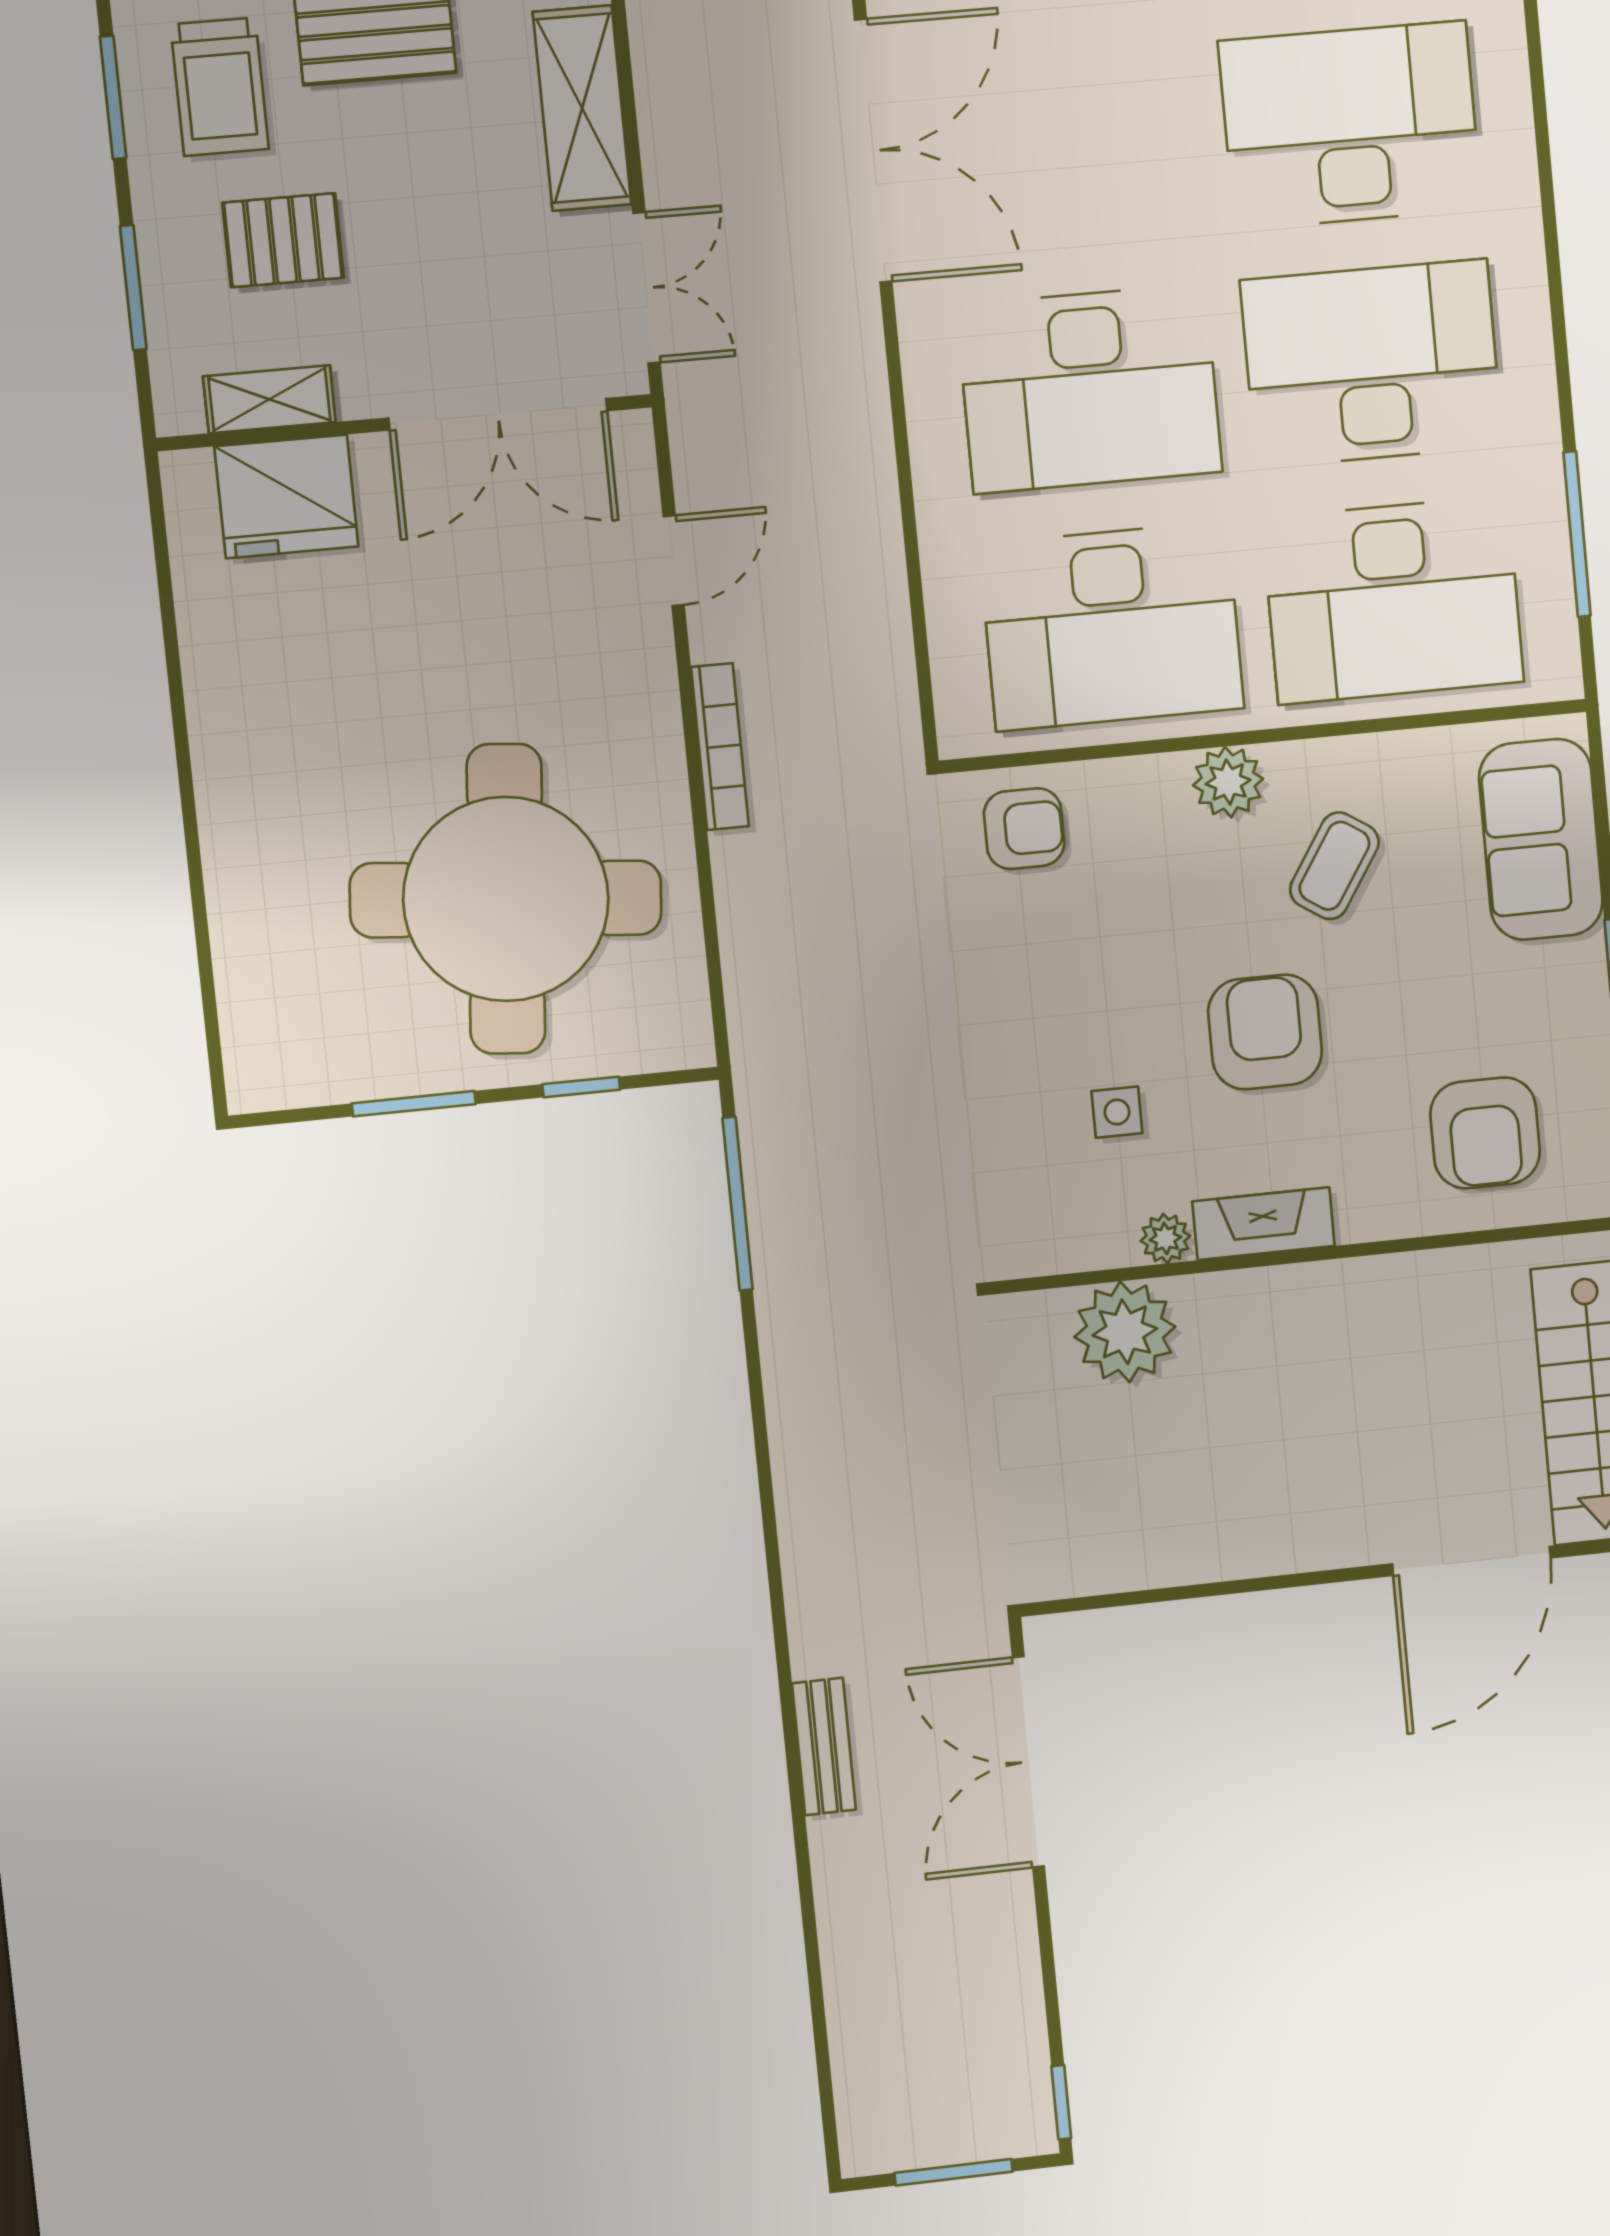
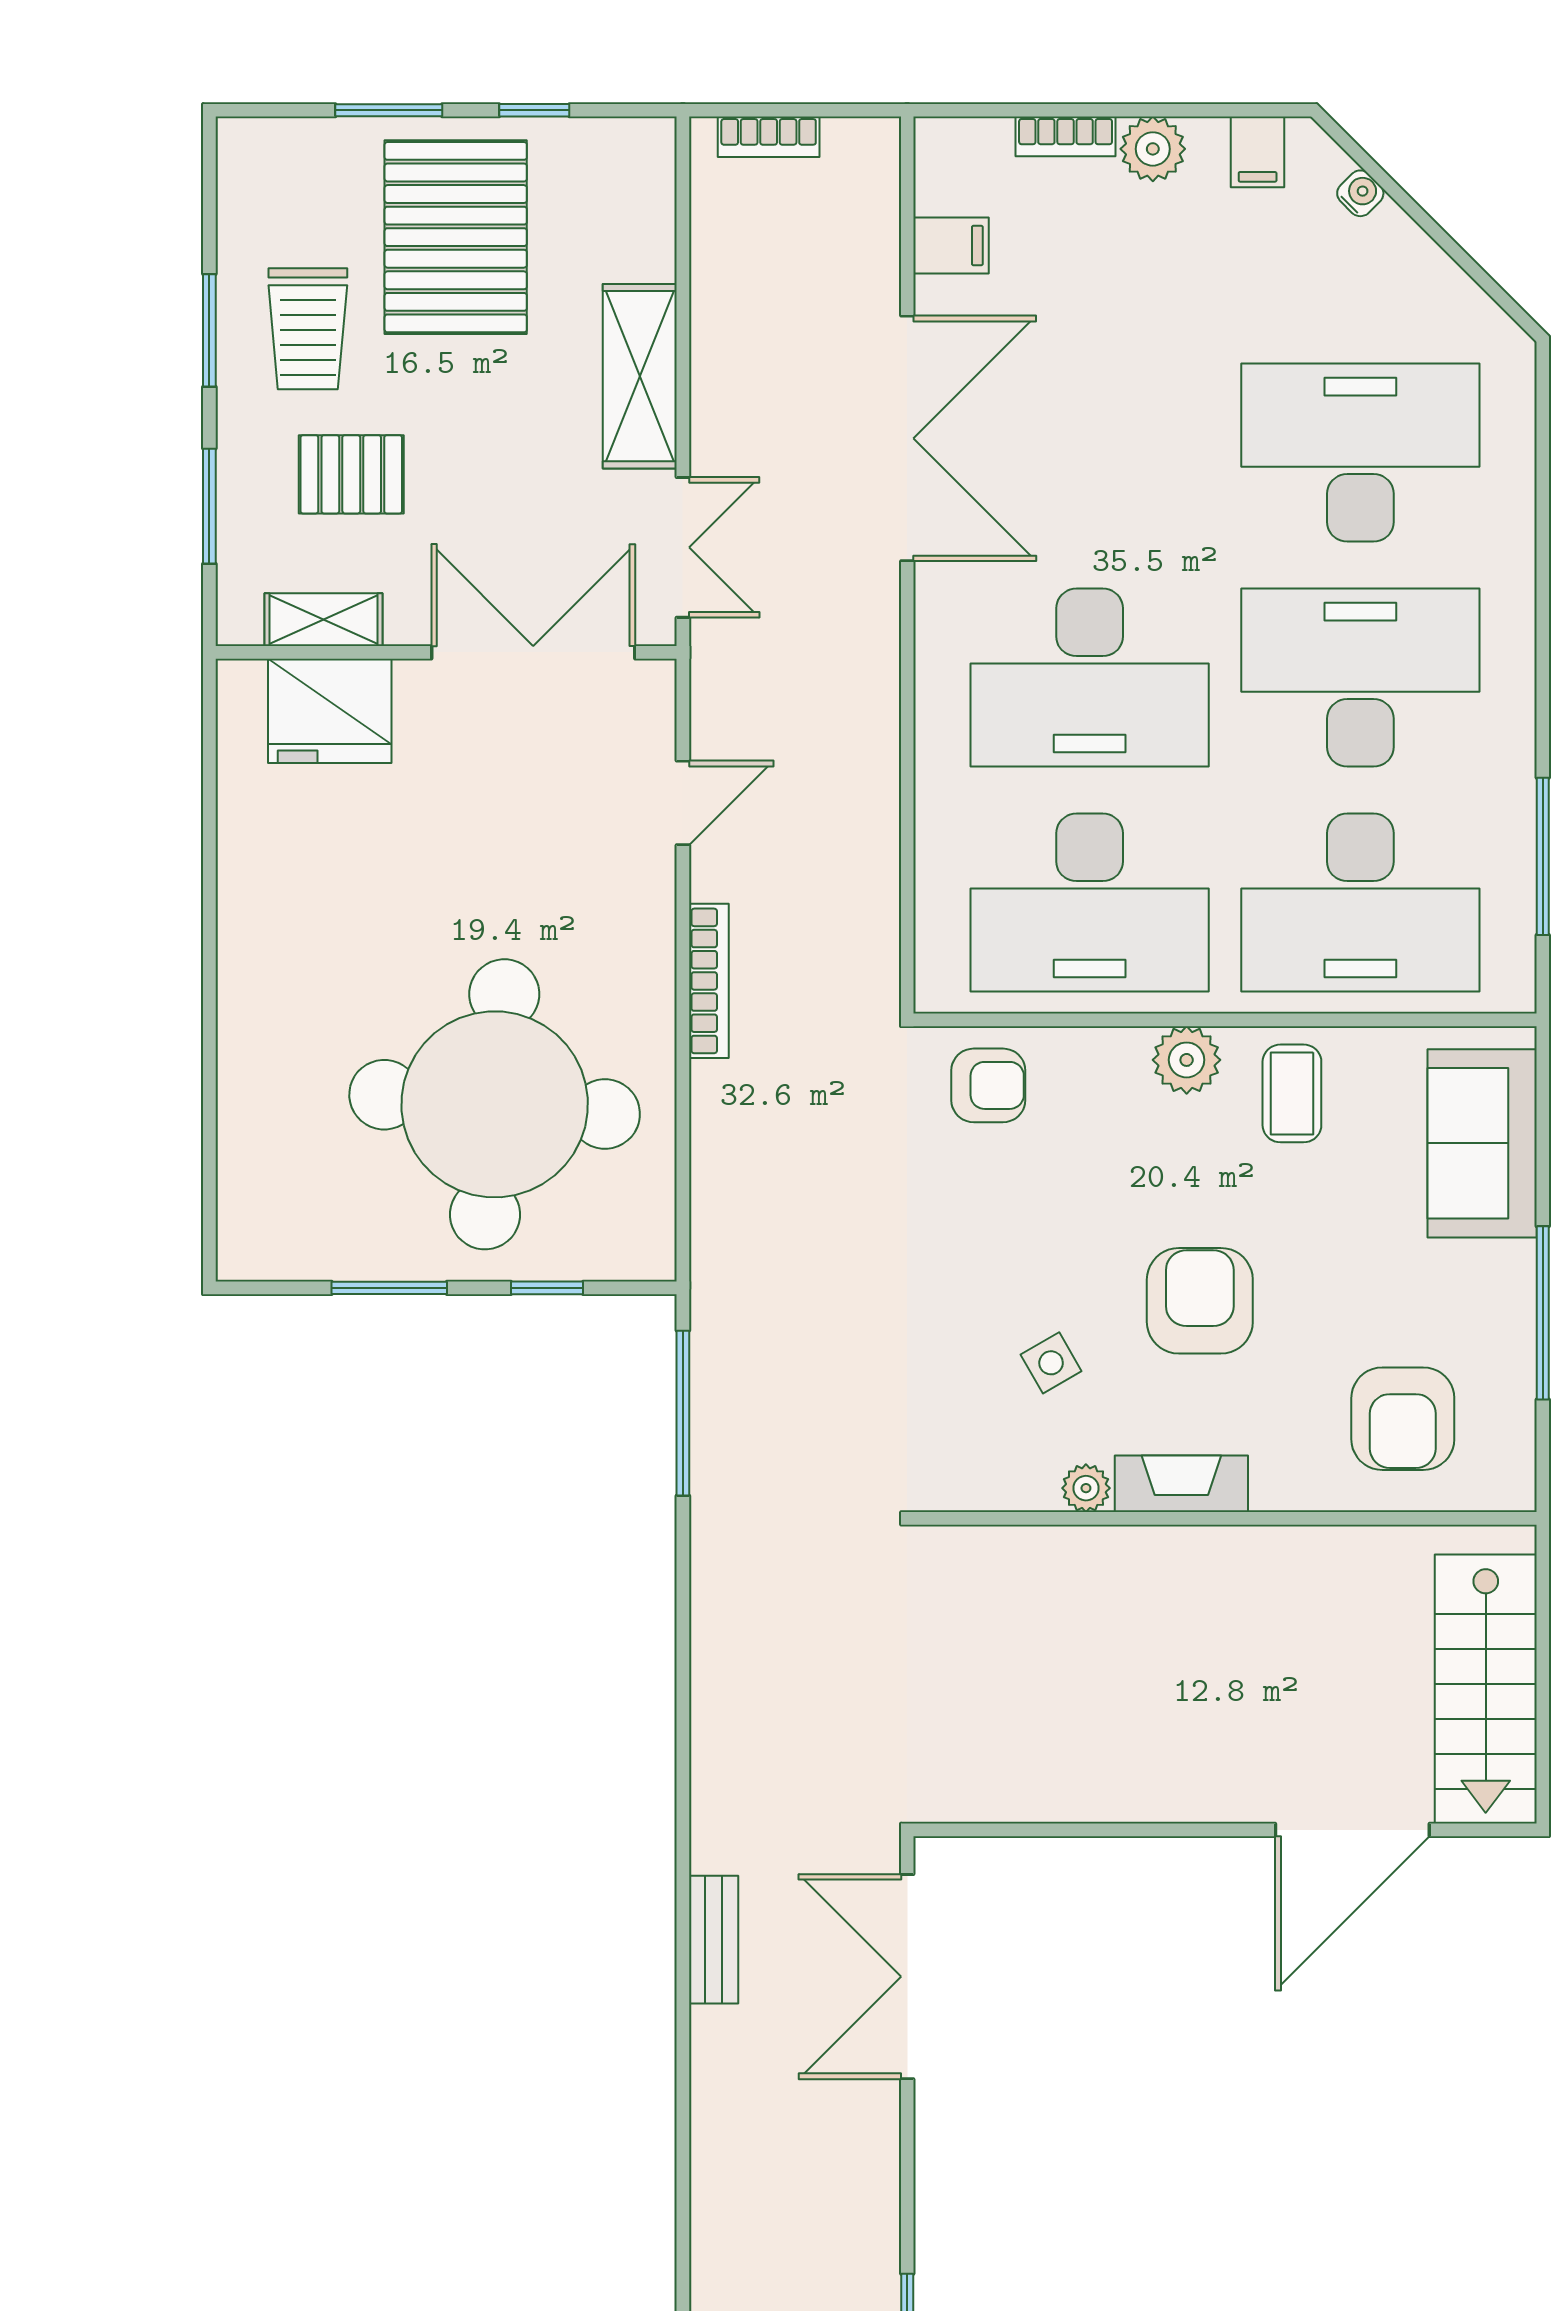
double door: (498, 414) -> (533, 652), swing flipped
coffee table: (1334, 866) -> (1292, 1093), moved, turned -33
side table: (1117, 1112) -> (1051, 1363), turned -30
plant: (1125, 1332) -> (1039, 1573), removed

